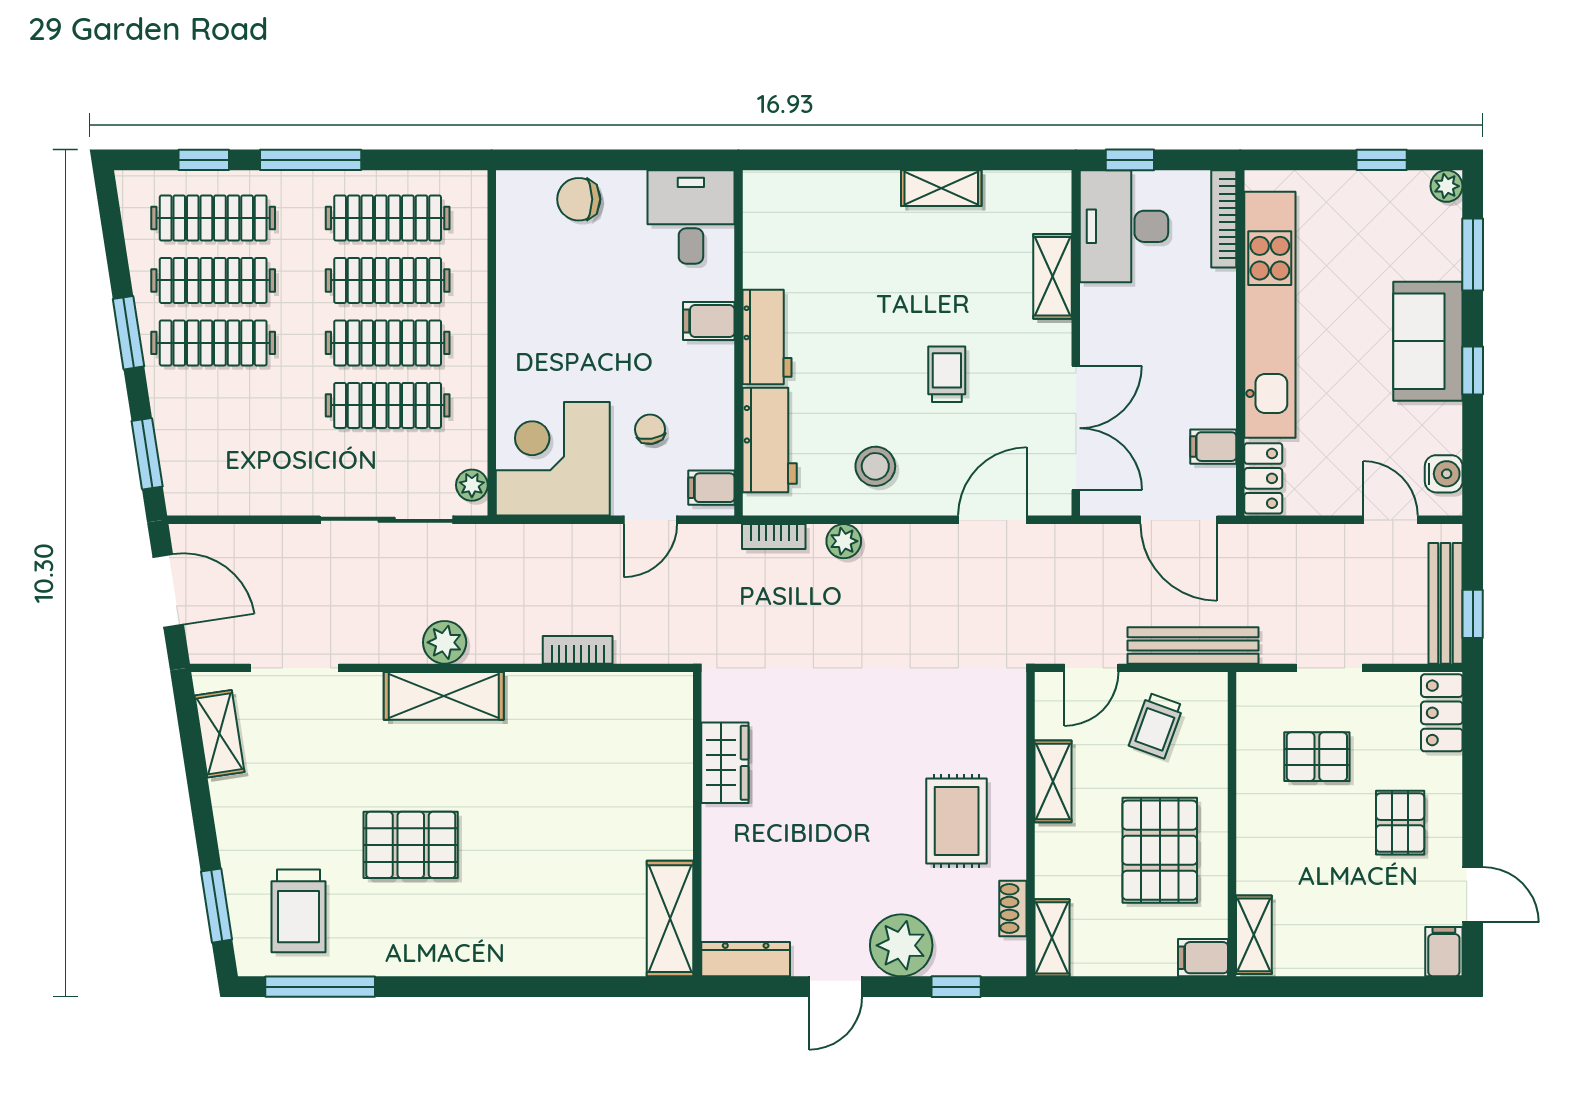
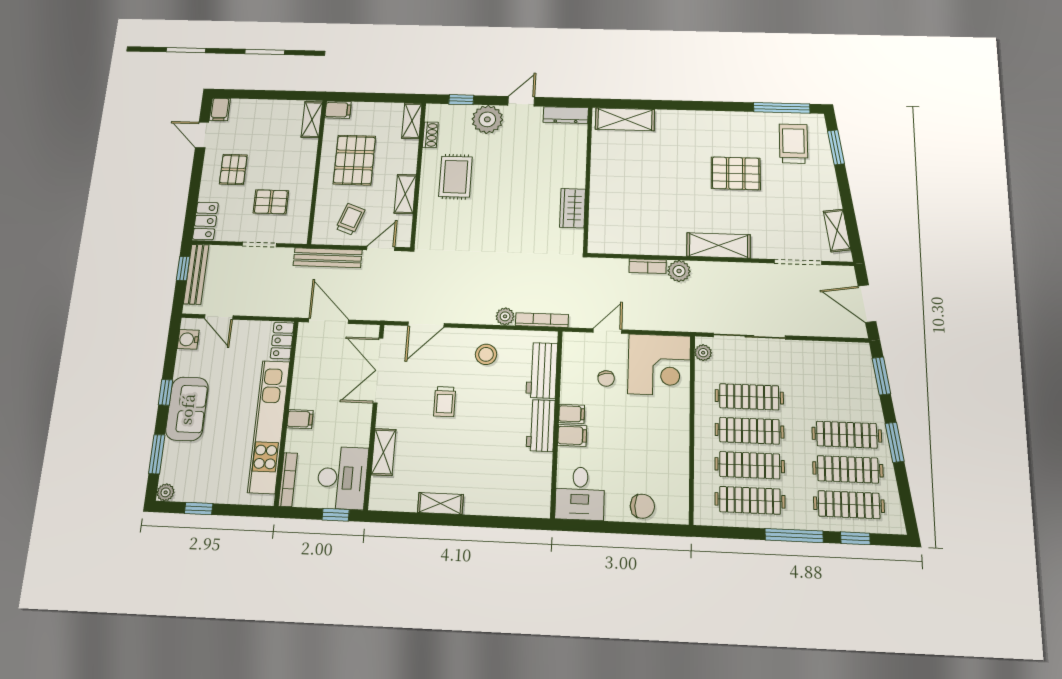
filing cabinet: (1213, 447) -> (300, 419), moved
filing cabinet: (711, 488) -> (572, 414), moved
bookcase: (774, 537) -> (542, 320), width x1.56
plant: (445, 642) -> (679, 271), moved
shelving: (670, 919) -> (625, 119), moved, turned 90

